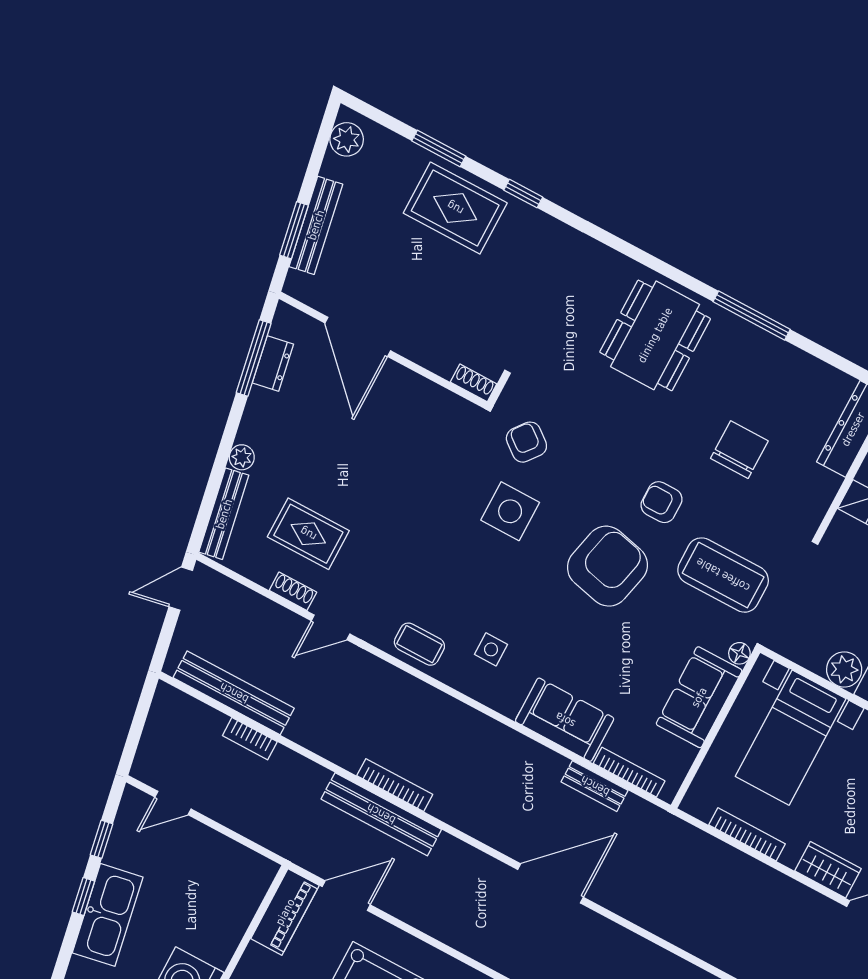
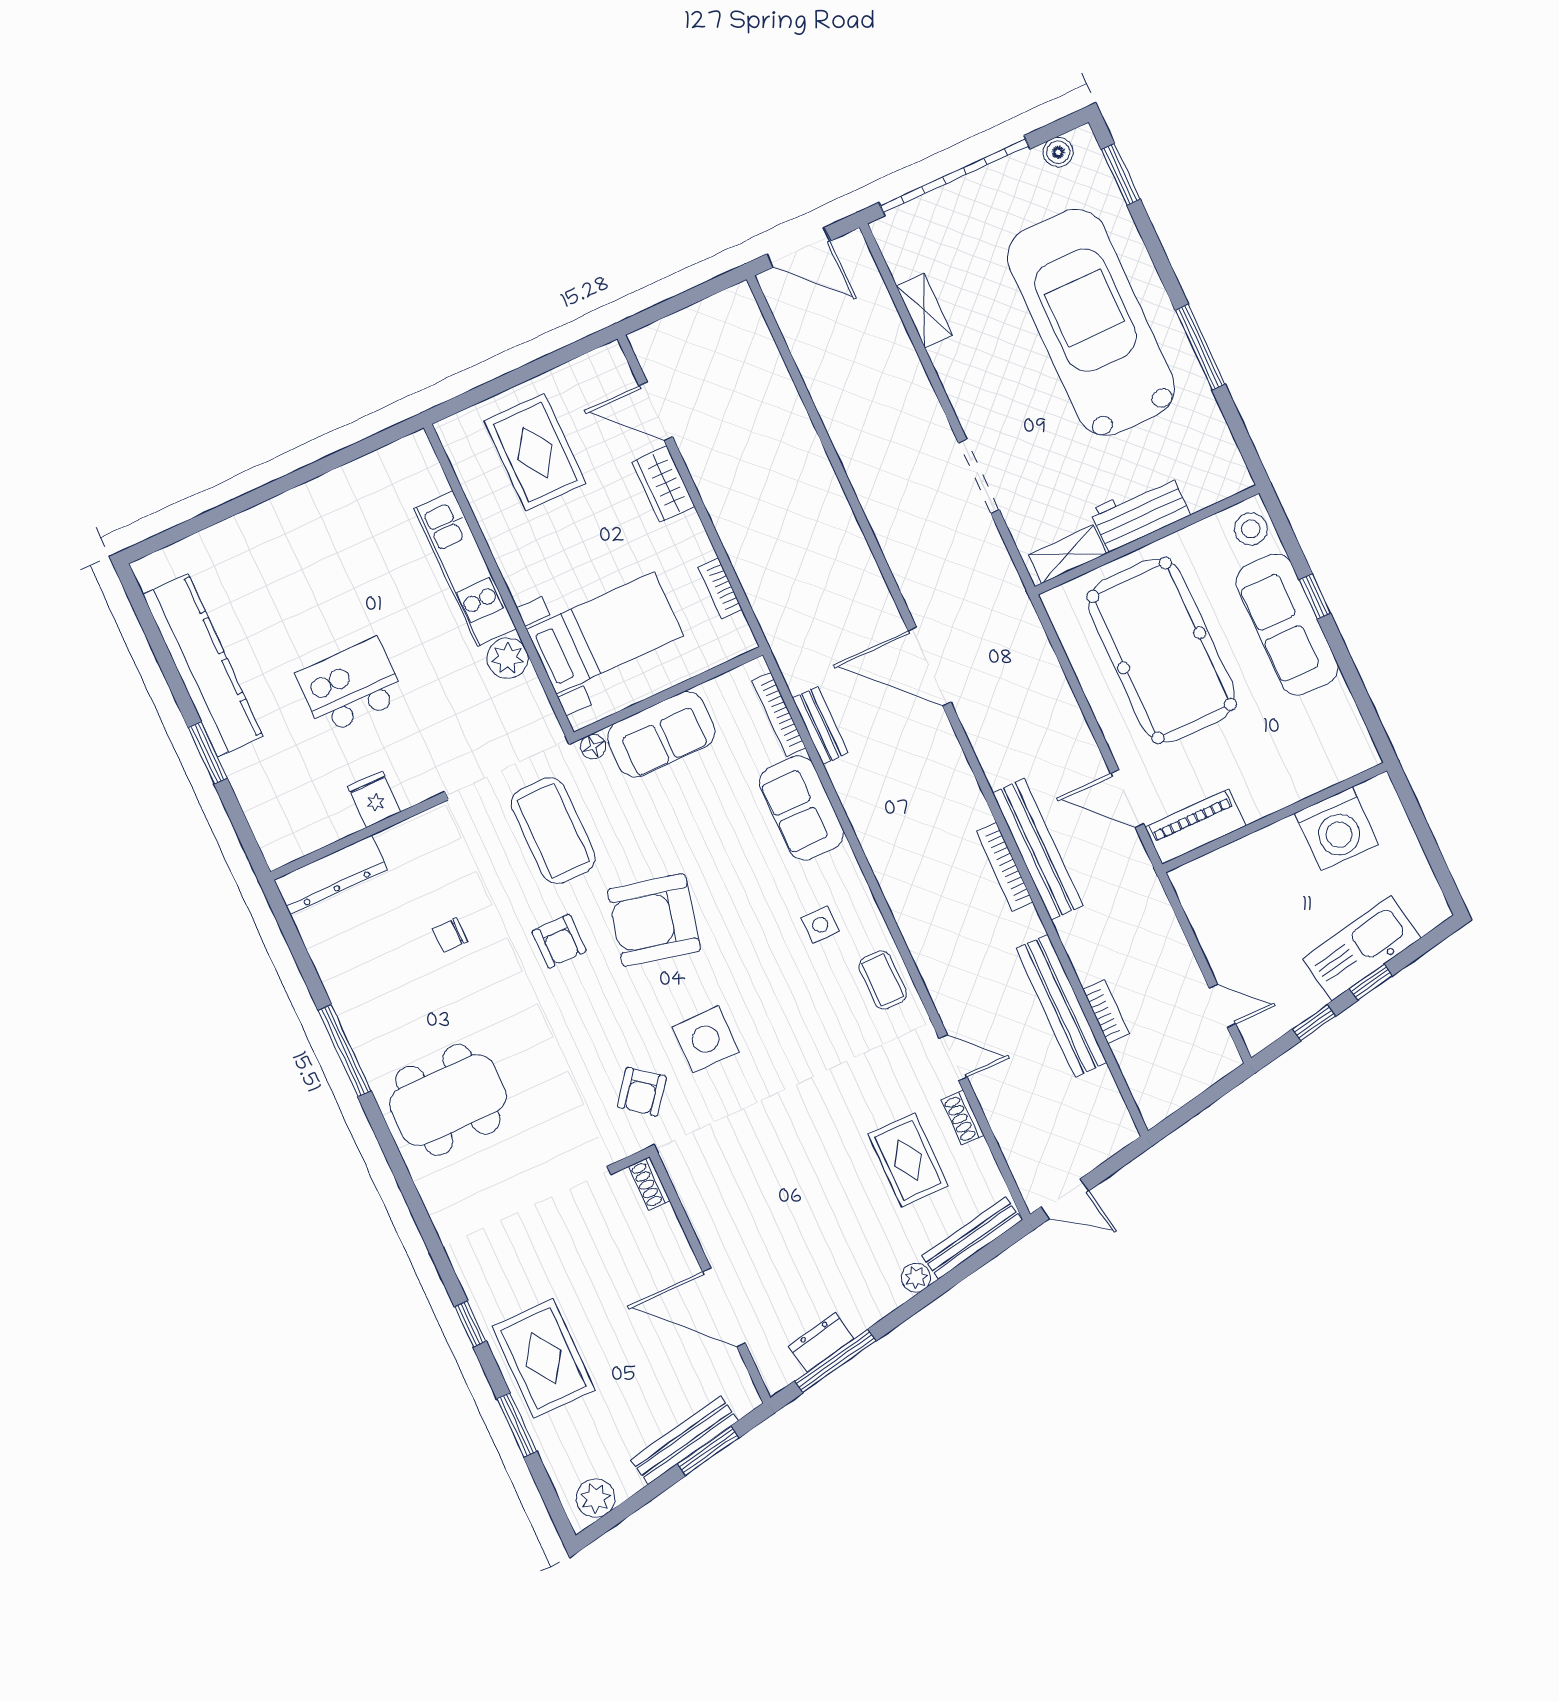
door: (358, 337) -> (724, 1307), swing flipped
chair: (739, 450) -> (450, 935), width x0.54, depth x0.54
bench: (234, 693) -> (1062, 1006), moved
bookcase: (747, 834) -> (720, 588), width x0.64

